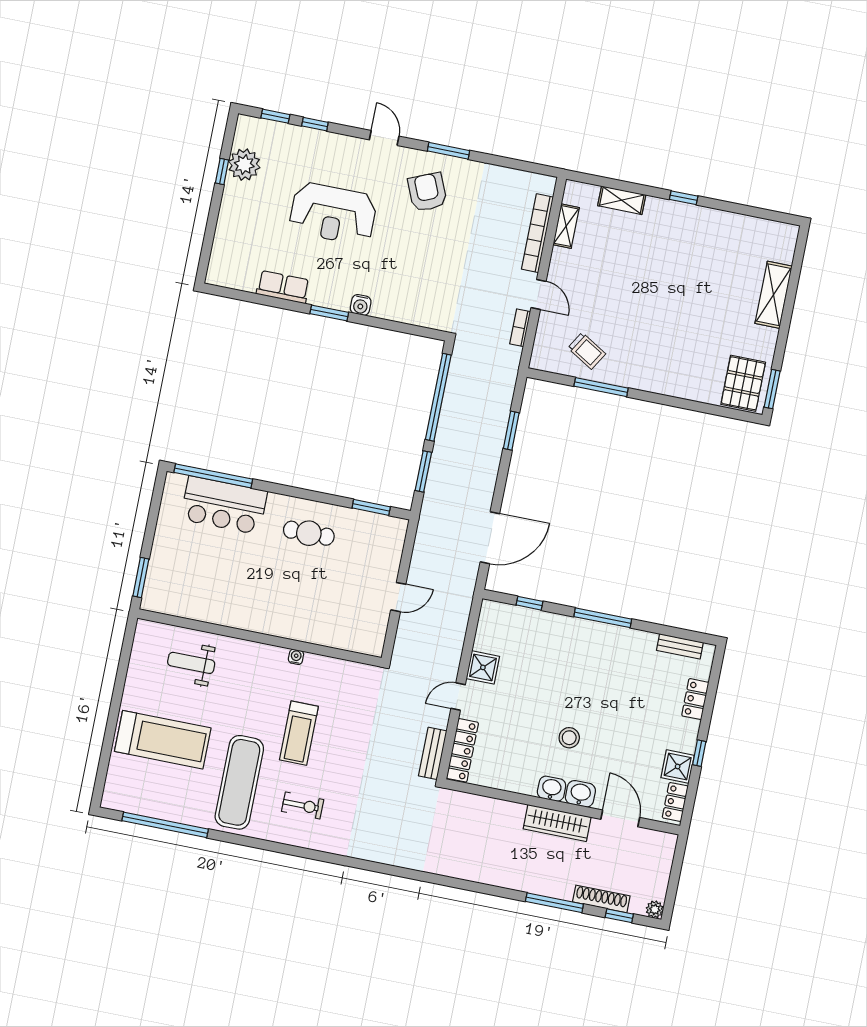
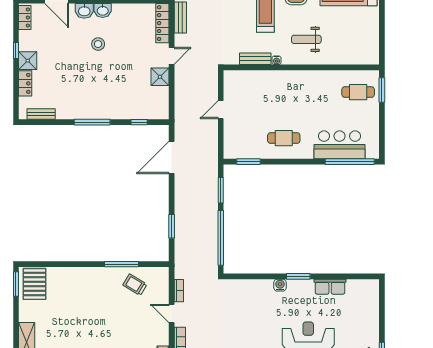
cafe table: (179, 582) -> (358, 92), added
weight bench: (191, 663) -> (306, 39), moved, turned 180
bench: (329, 666) -> (255, 59), added
shower: (678, 767) -> (28, 61), moved

